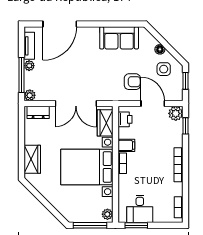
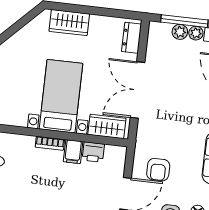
plant: (30, 95) -> (180, 32), moved
printer: (125, 119) -> (93, 152), moved
bed with nightstands: (87, 167) -> (61, 96), width x0.73

